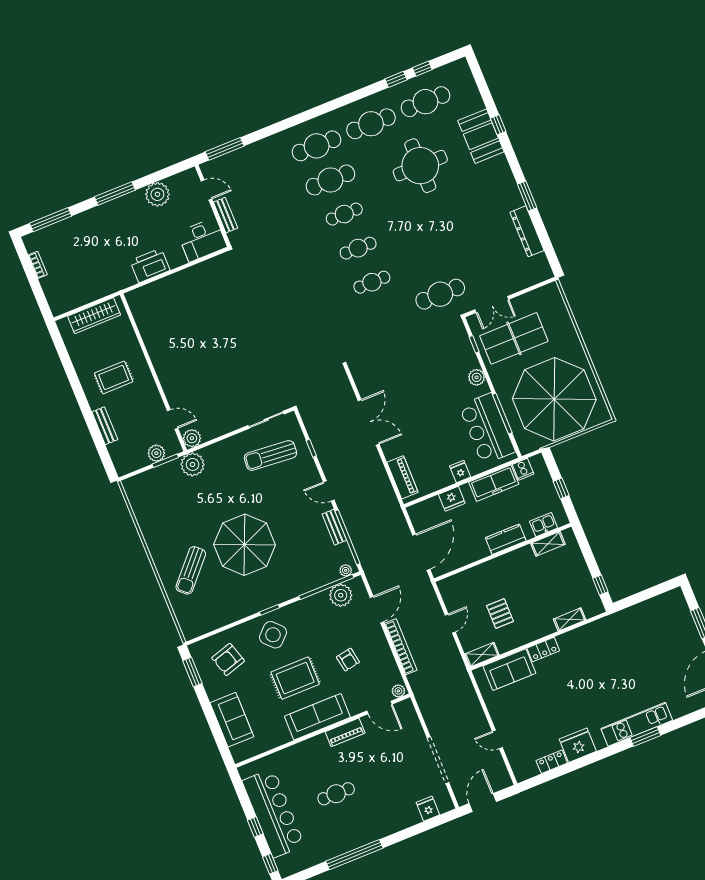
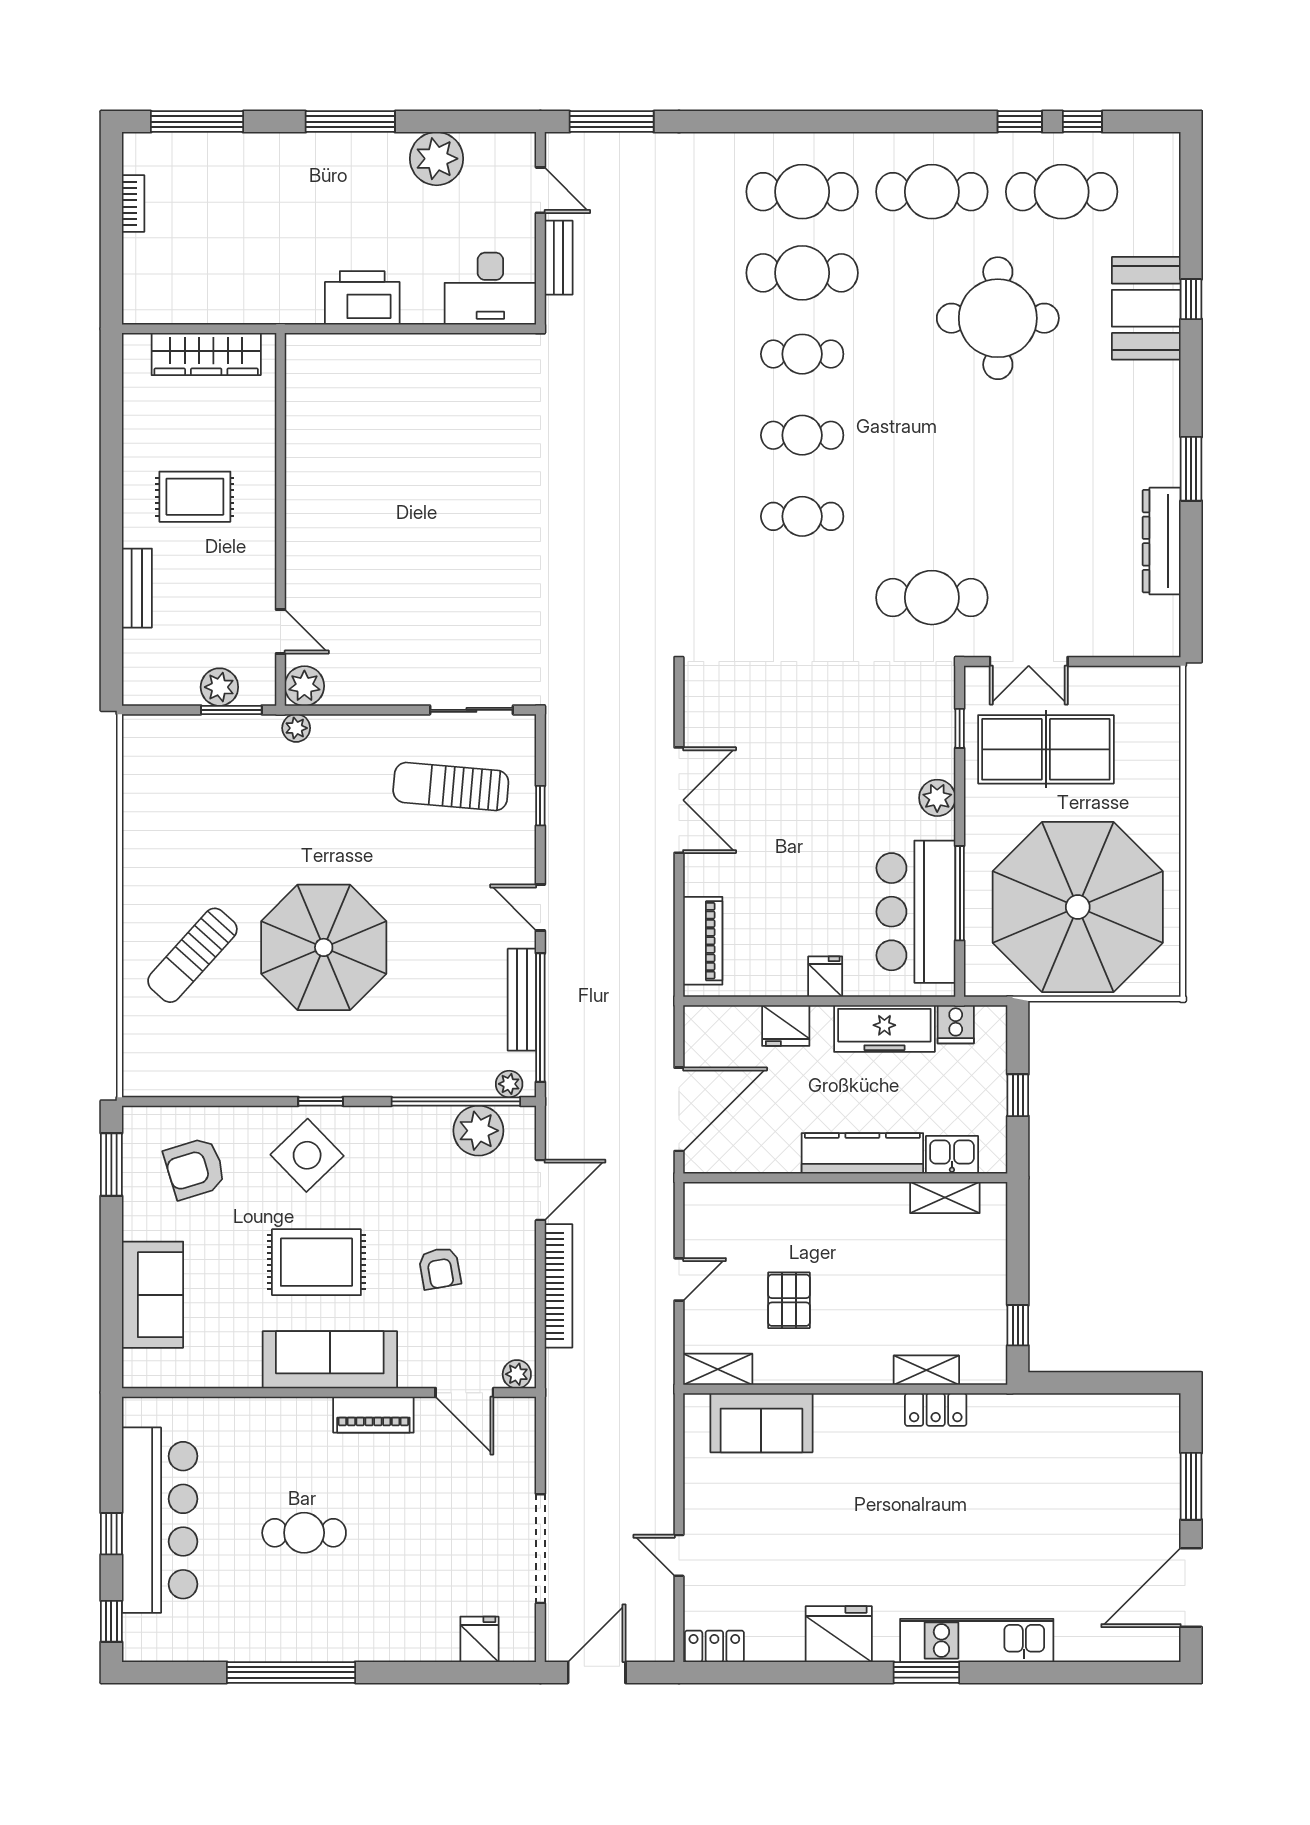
plant: (193, 464) -> (296, 728), width x0.53, depth x0.53
bench: (334, 527) -> (522, 1000), width x1.36
kitchen counter: (506, 539) -> (862, 1153), width x1.50
locker: (543, 649) -> (936, 1410), moved
window: (645, 736) -> (926, 1672), moved
locker: (552, 762) -> (714, 1646), moved

